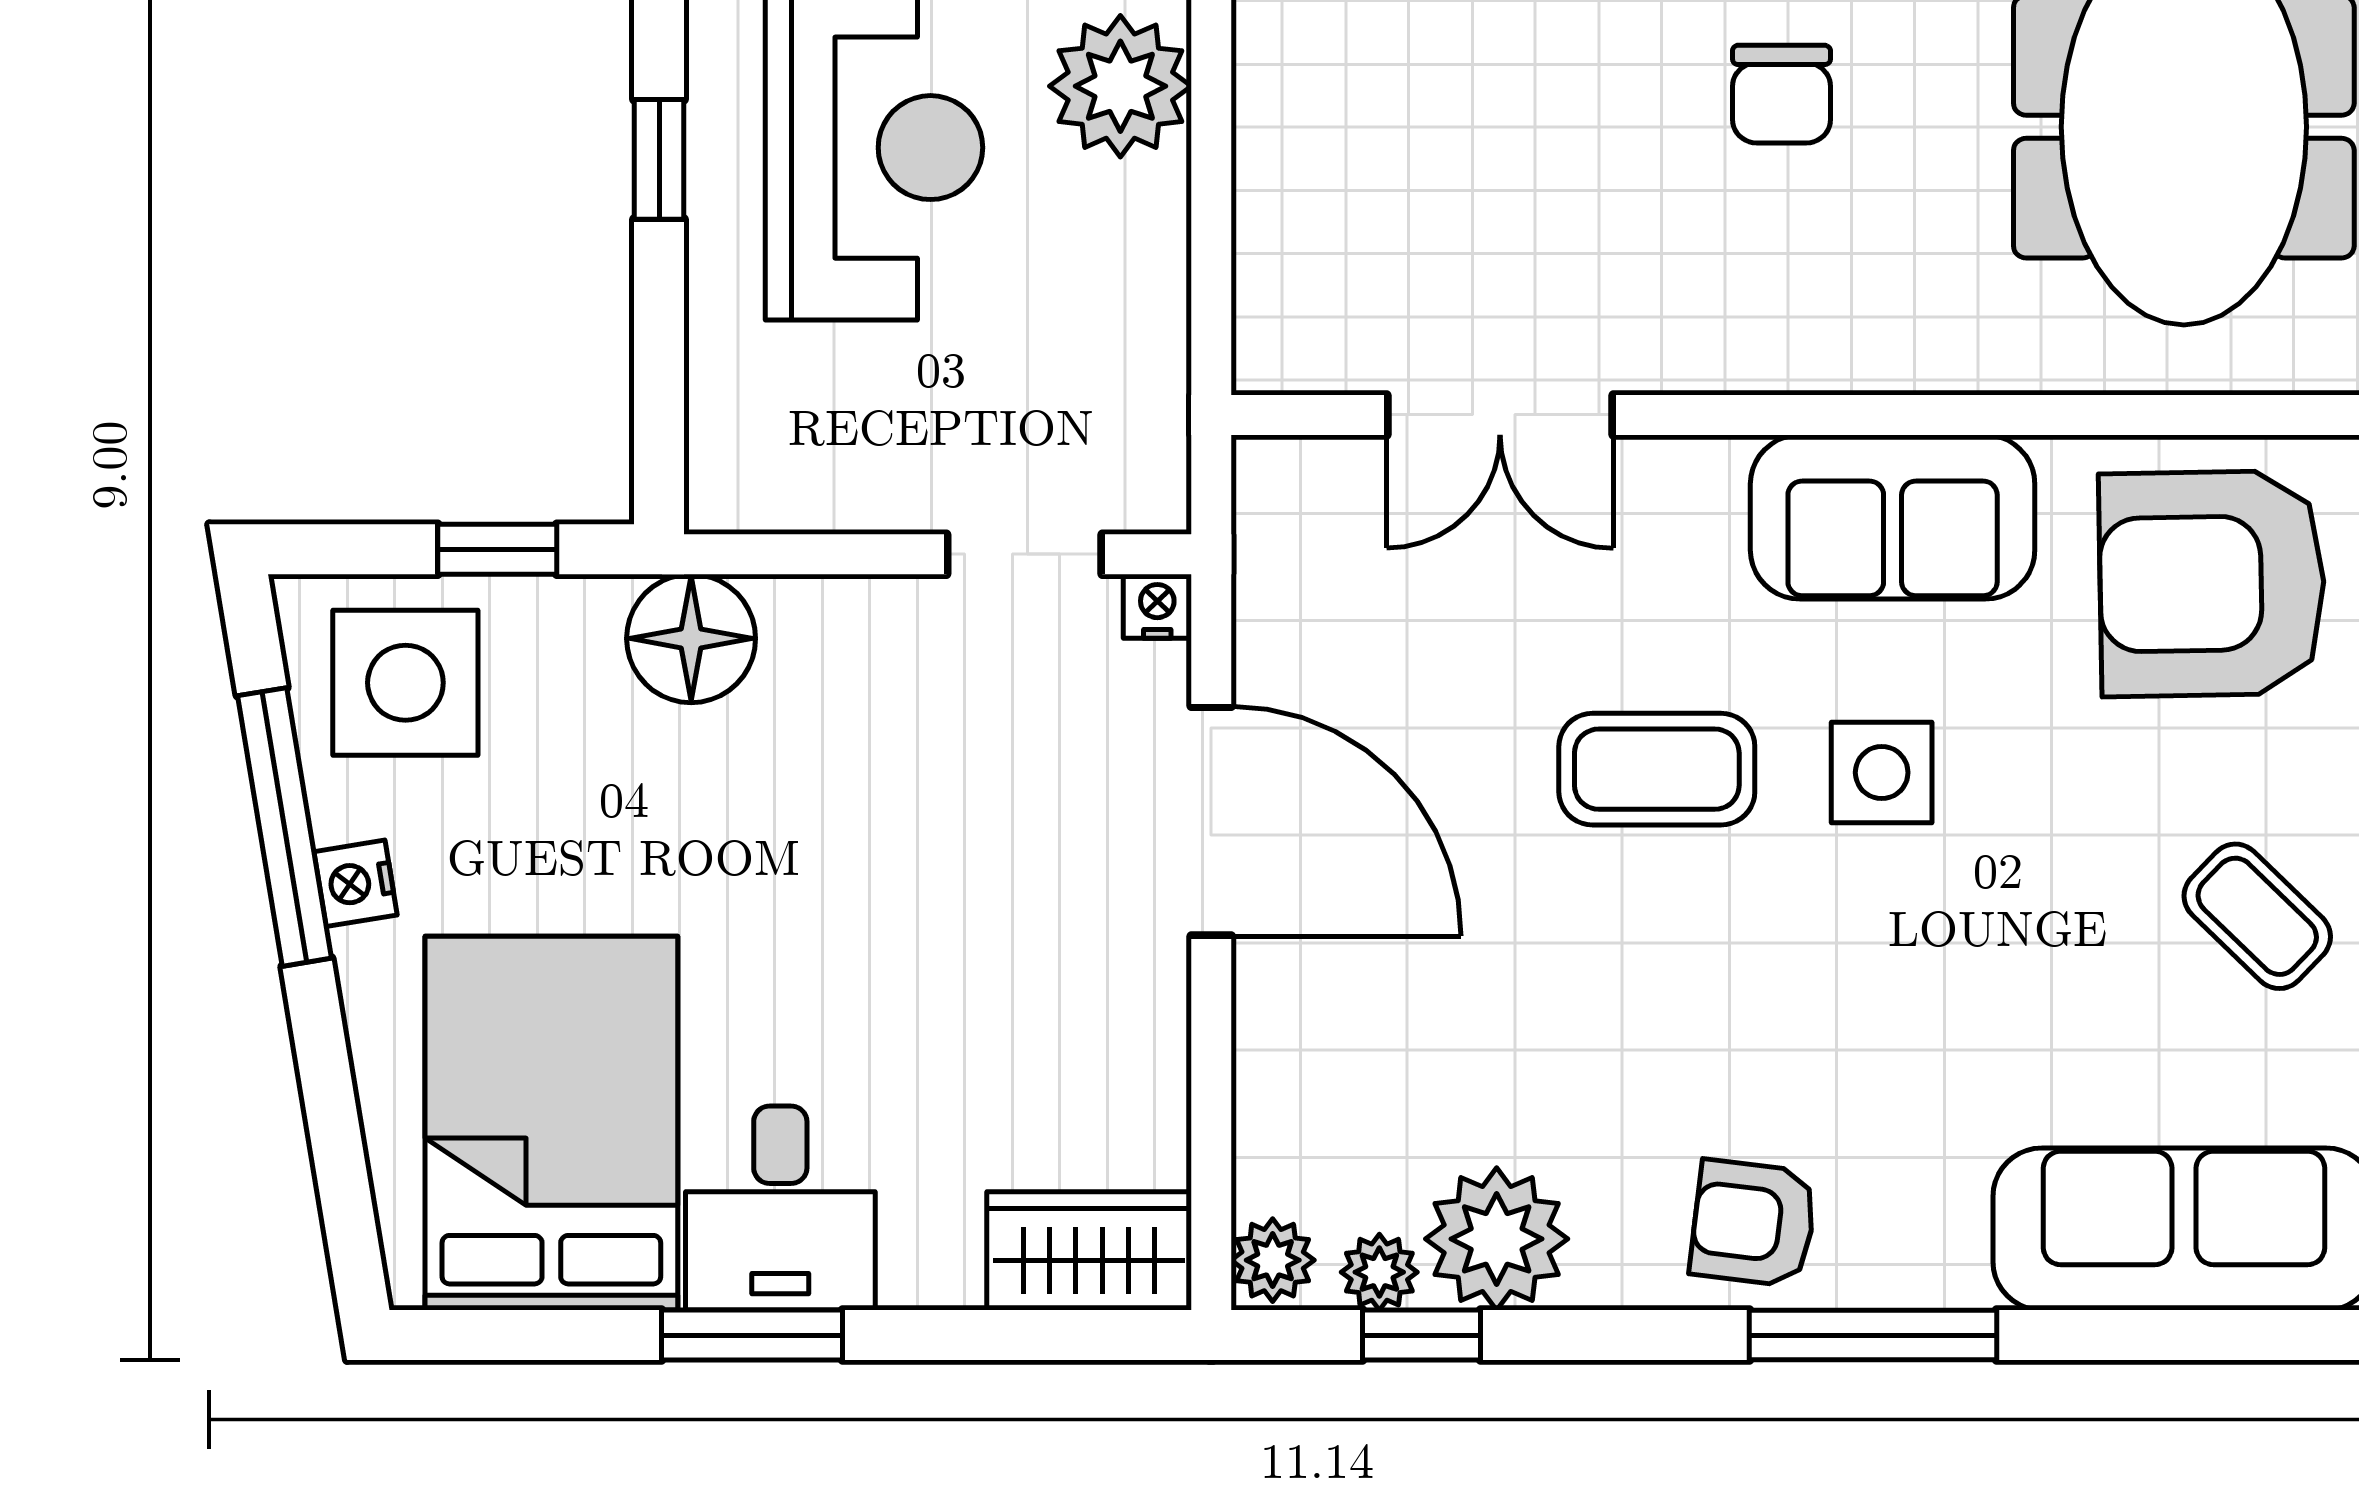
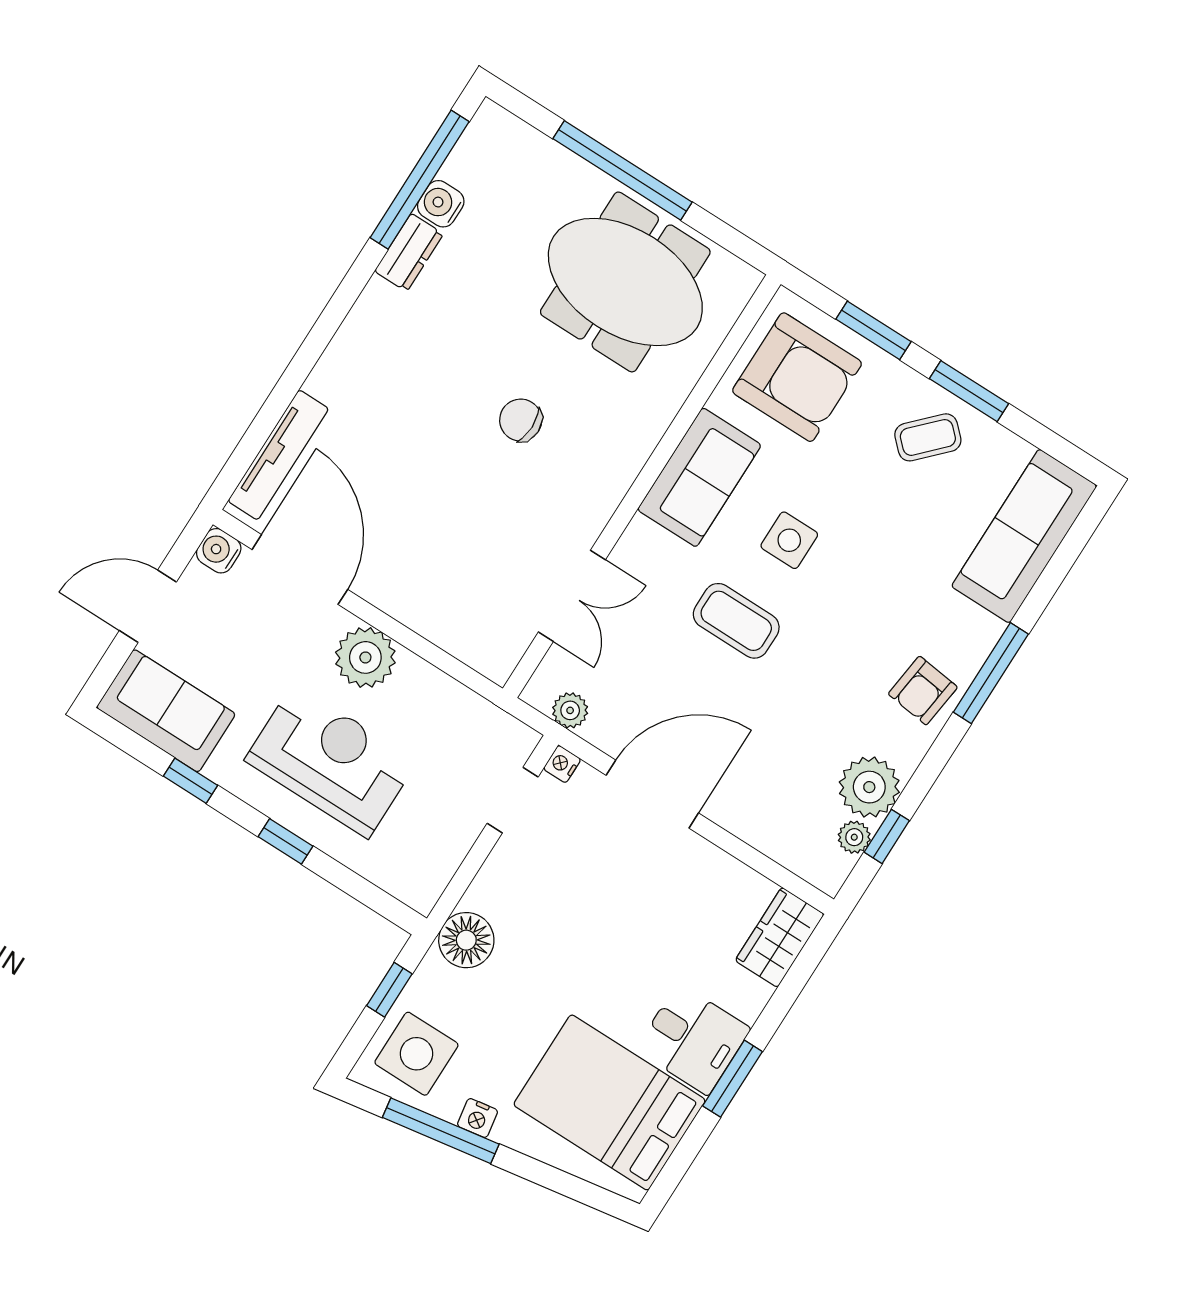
chair: (1781, 94) -> (521, 420), turned 180
armchair: (2212, 583) -> (797, 377), turned -89
coffee table: (1657, 769) -> (736, 621), turned 90
plant: (1273, 1260) -> (570, 710), moved

